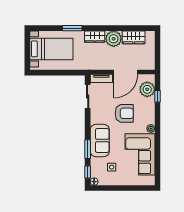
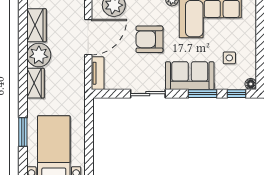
window: (72, 28) -> (23, 132), moved
door: (126, 72) -> (88, 37), hinge flipped
sliding door: (88, 96) -> (148, 94), moved
armchair: (124, 113) -> (149, 39), turned -90

